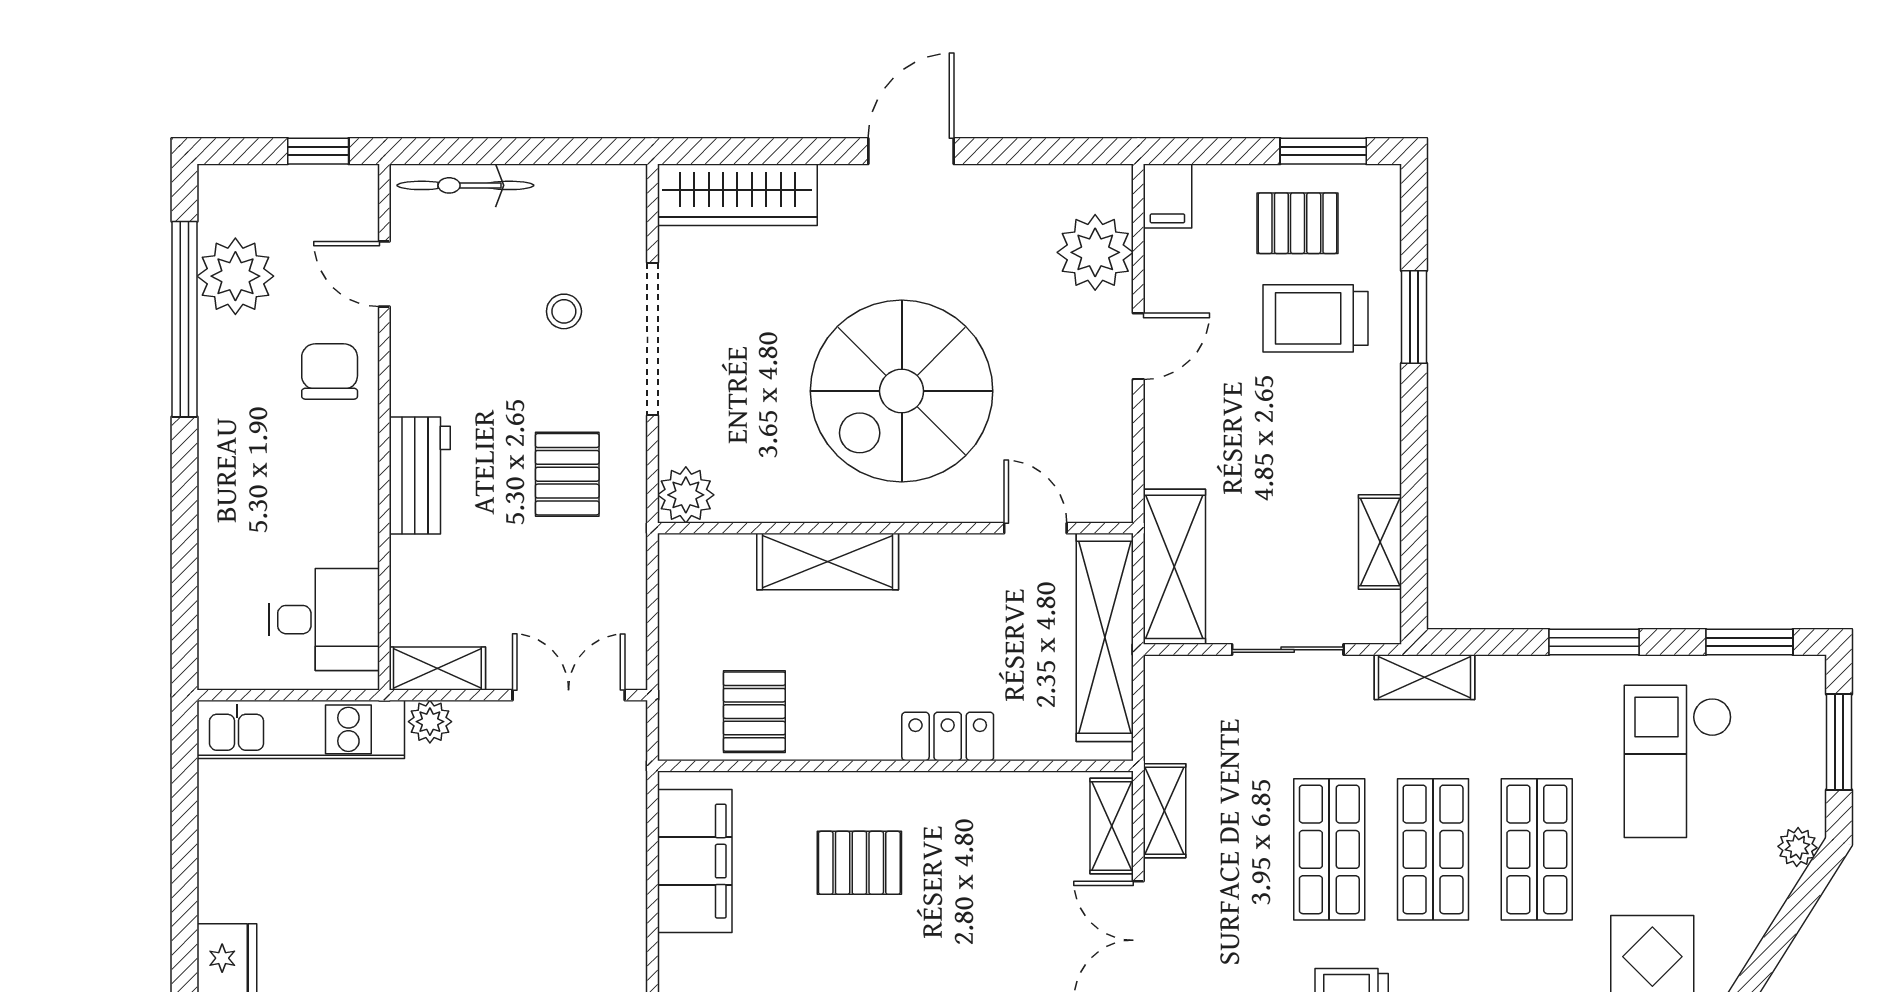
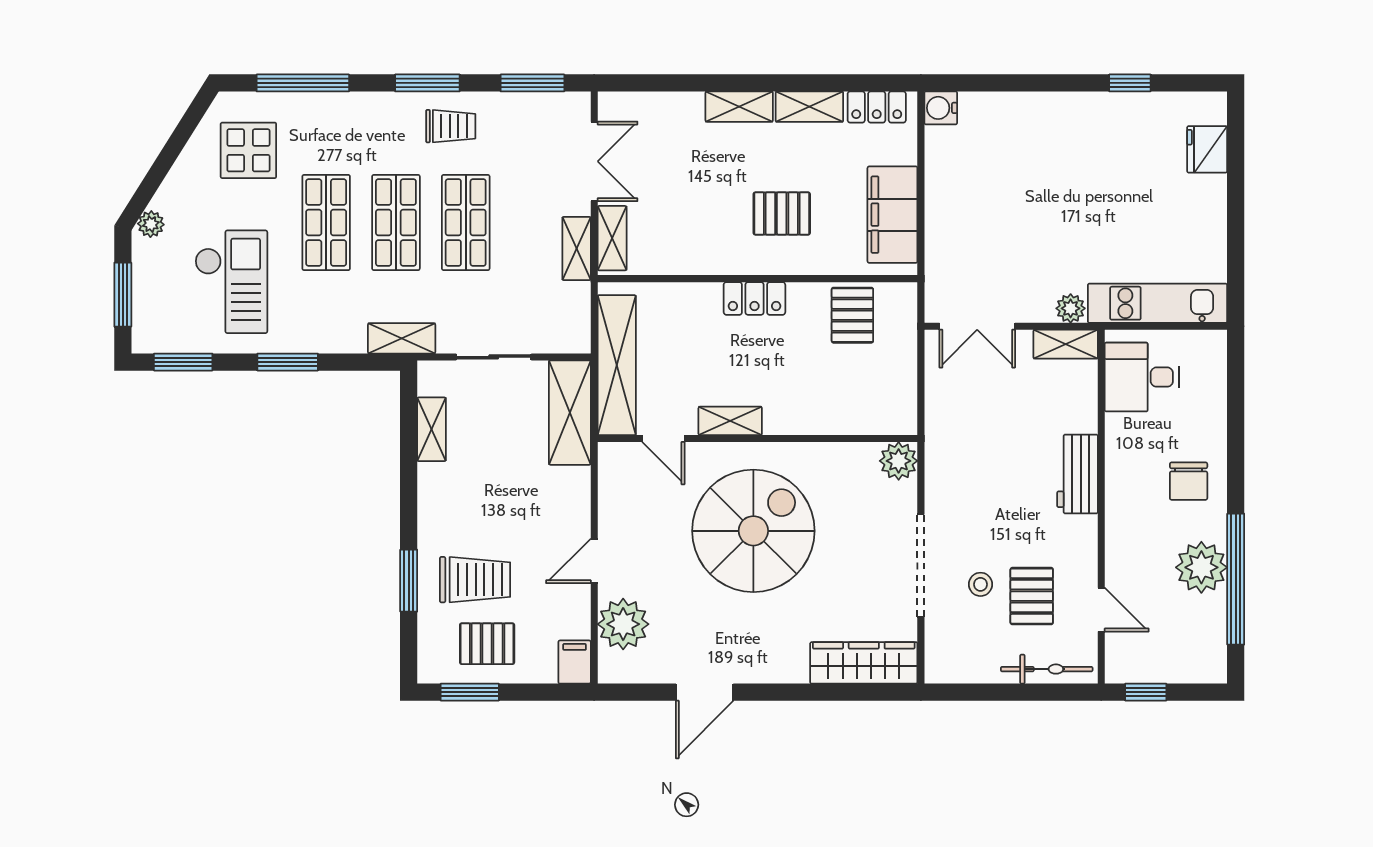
door: (911, 151) -> (705, 692), moved
plant: (235, 276) -> (1201, 567), moved
chair: (330, 371) -> (1189, 481), moved
pallet: (567, 474) -> (1032, 596), moved
shelving: (828, 561) -> (730, 421), moved, width x0.67, depth x0.75
locker: (948, 736) -> (754, 298), moved

